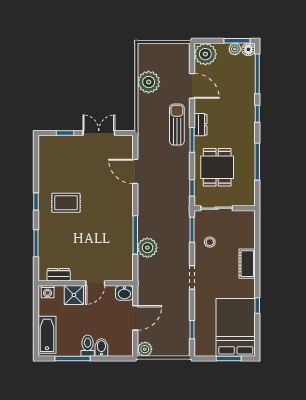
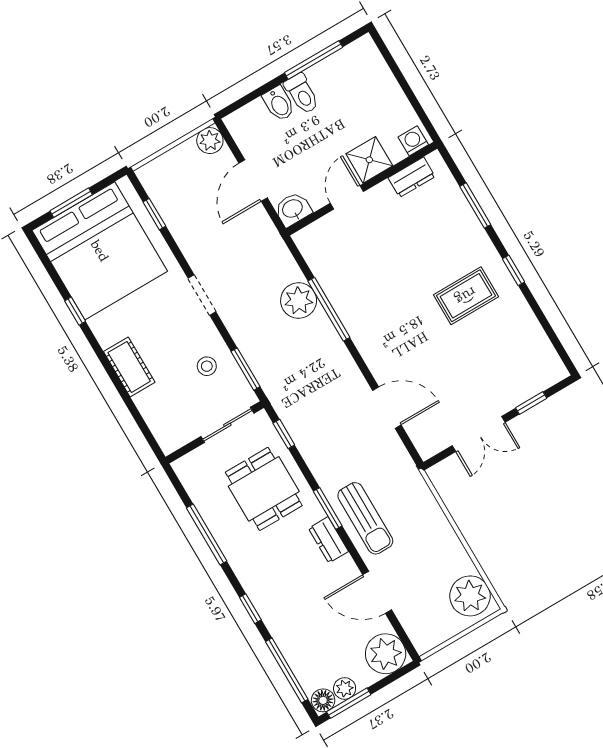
plant: (149, 82) -> (470, 596), moved
bed: (236, 327) -> (100, 251), width x1.36
bathtub: (47, 335) -> (375, 73), removed

